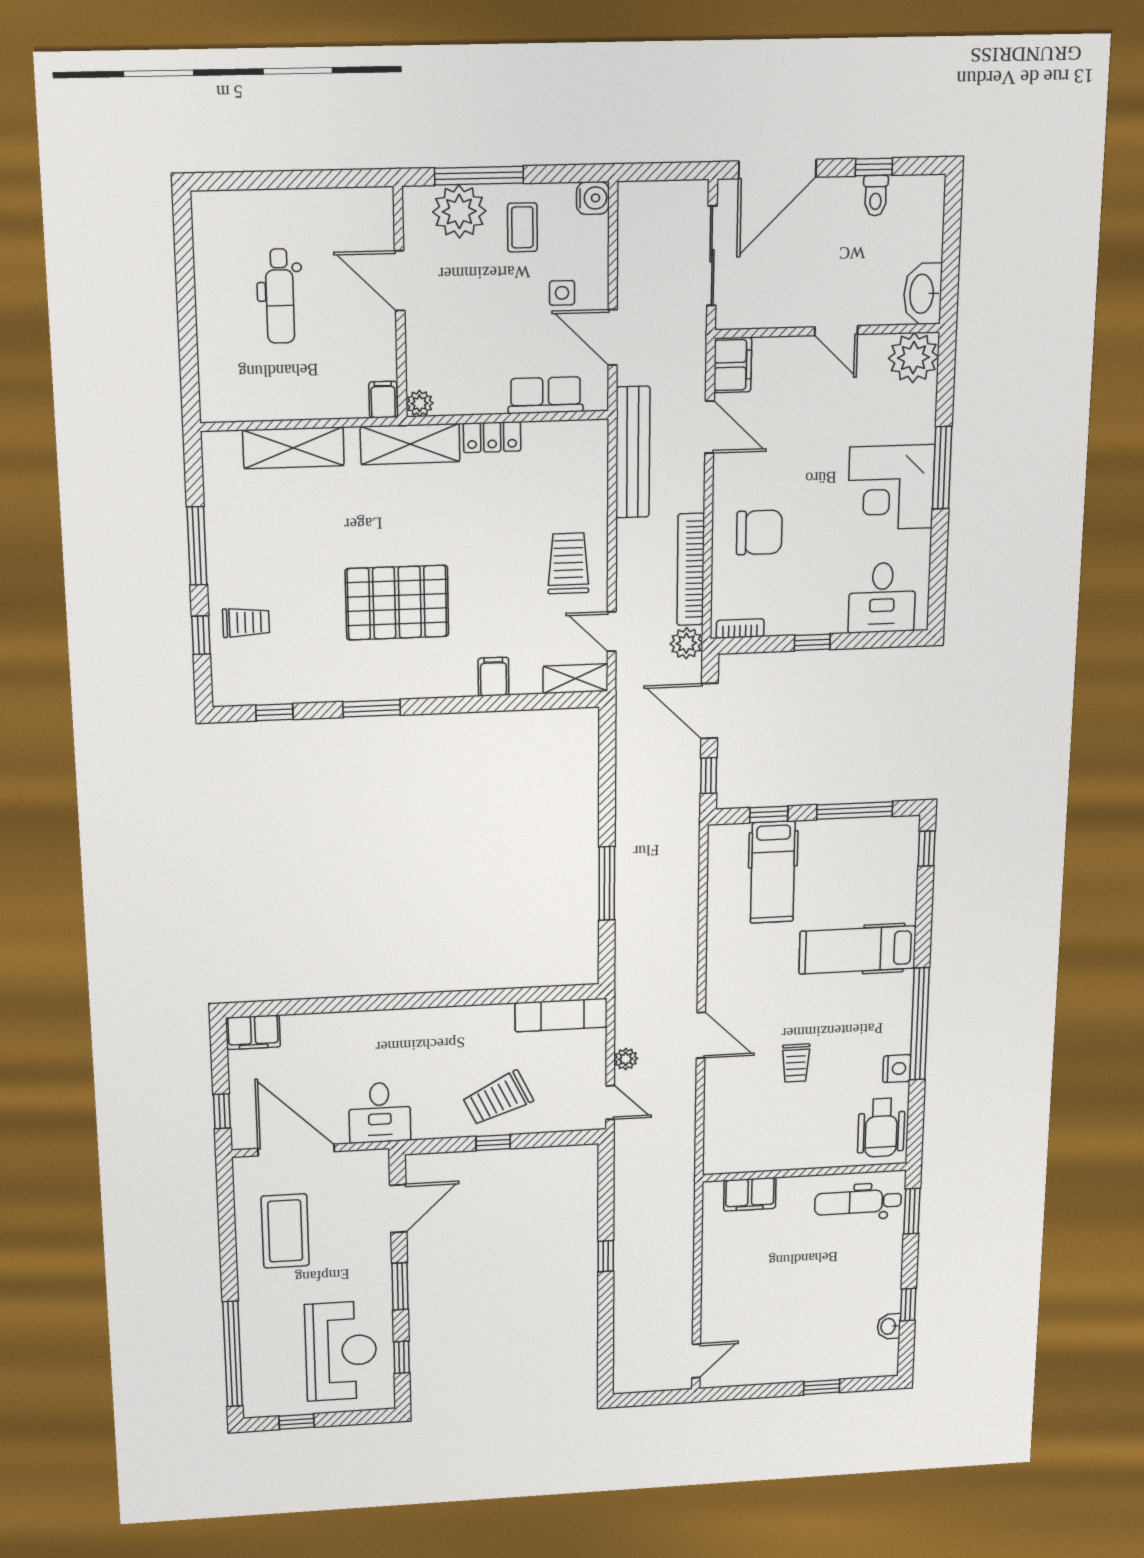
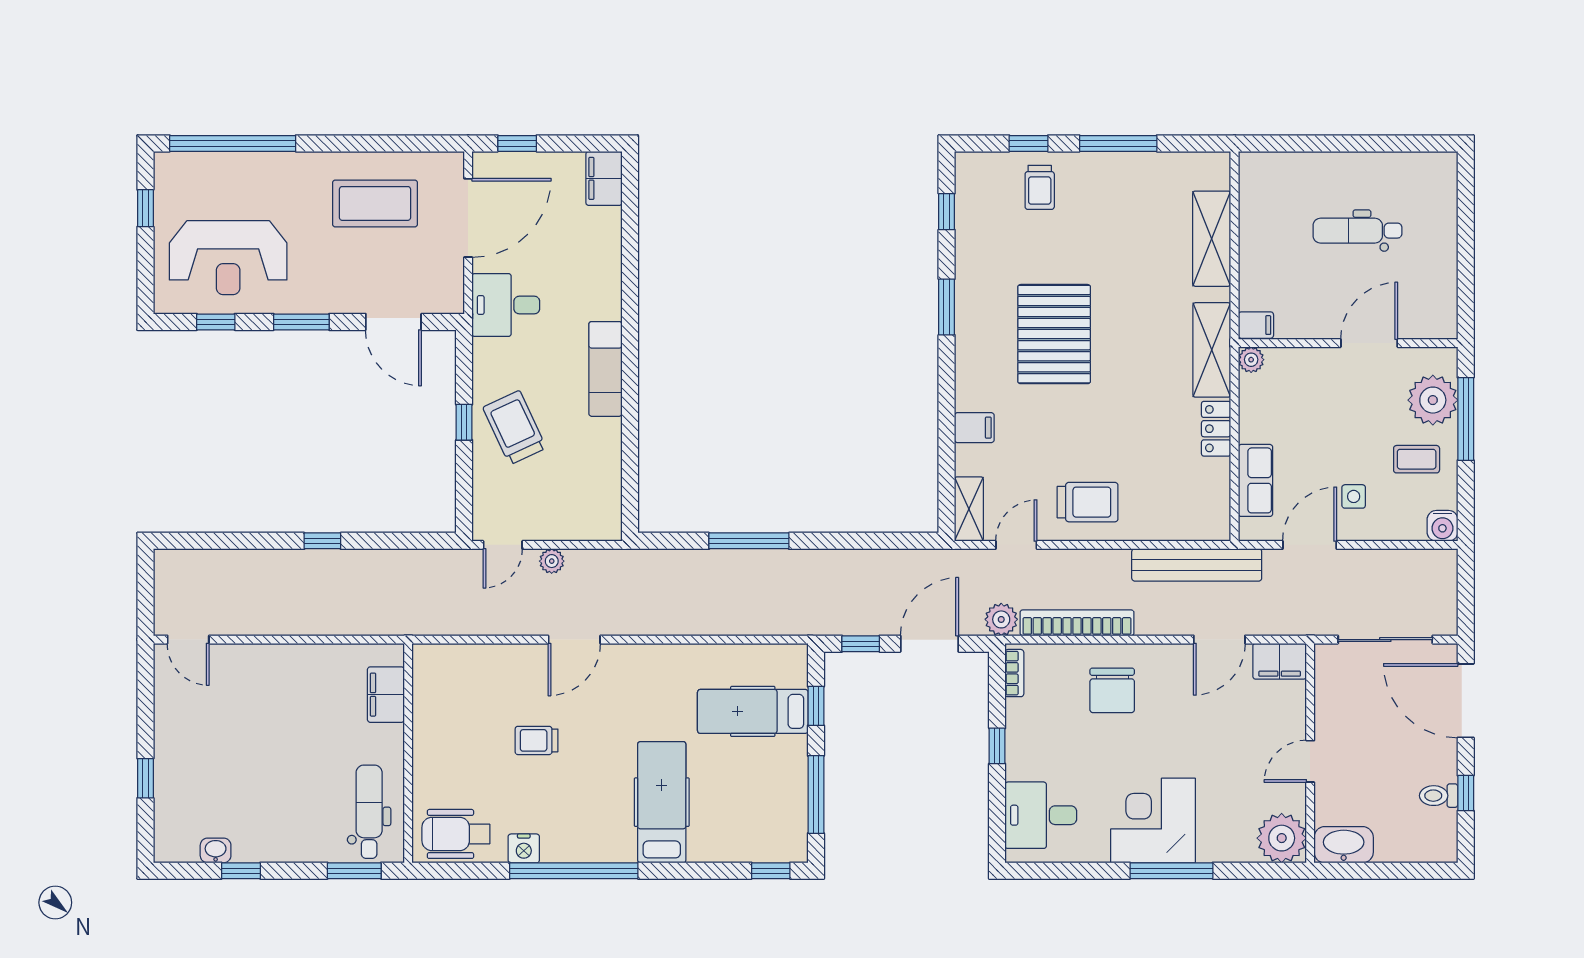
exam couch: (561, 1015) -> (605, 369), moved

